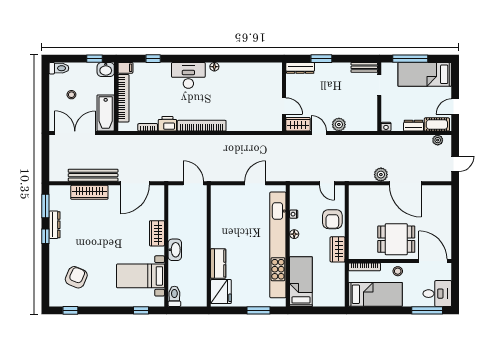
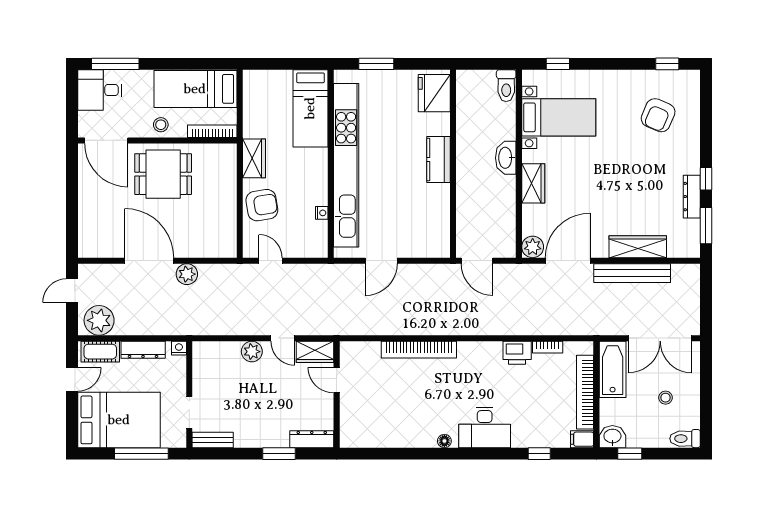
bed: (425, 74) -> (119, 420), width x1.50
bookcase: (202, 126) -> (419, 350), moved
dresser: (414, 126) -> (143, 350), width x1.44
plant: (438, 140) -> (99, 320), width x1.87, depth x1.87
plant: (157, 192) -> (533, 247), added
armchair: (332, 219) -> (262, 205), turned 81
floor lamp: (294, 234) -> (321, 182), removed
kitchen counter: (218, 263) -> (438, 160), moved

